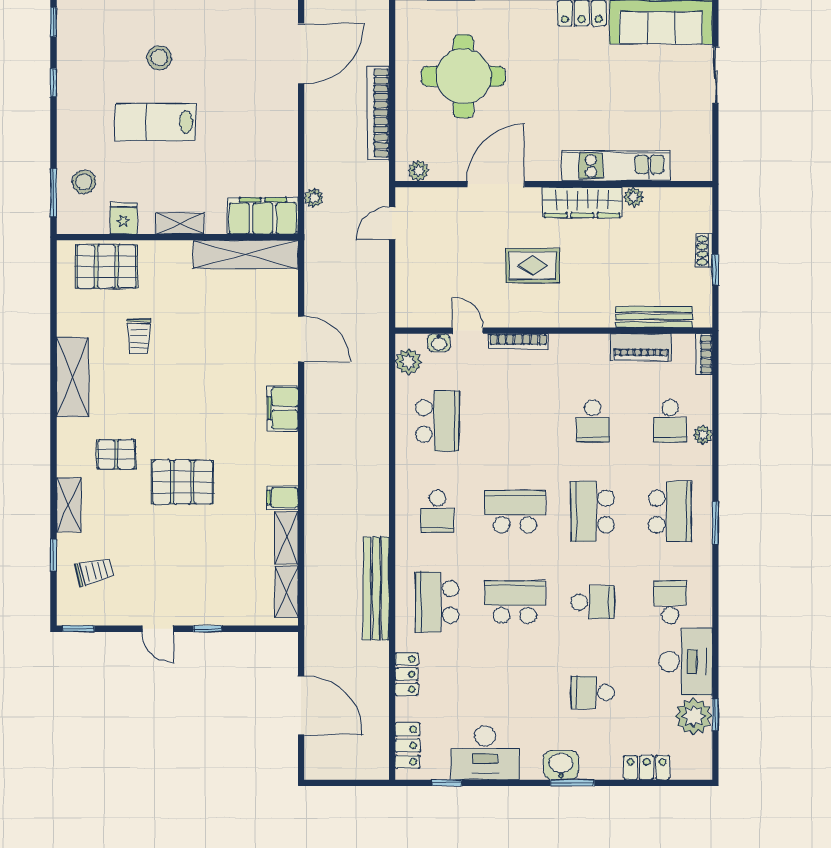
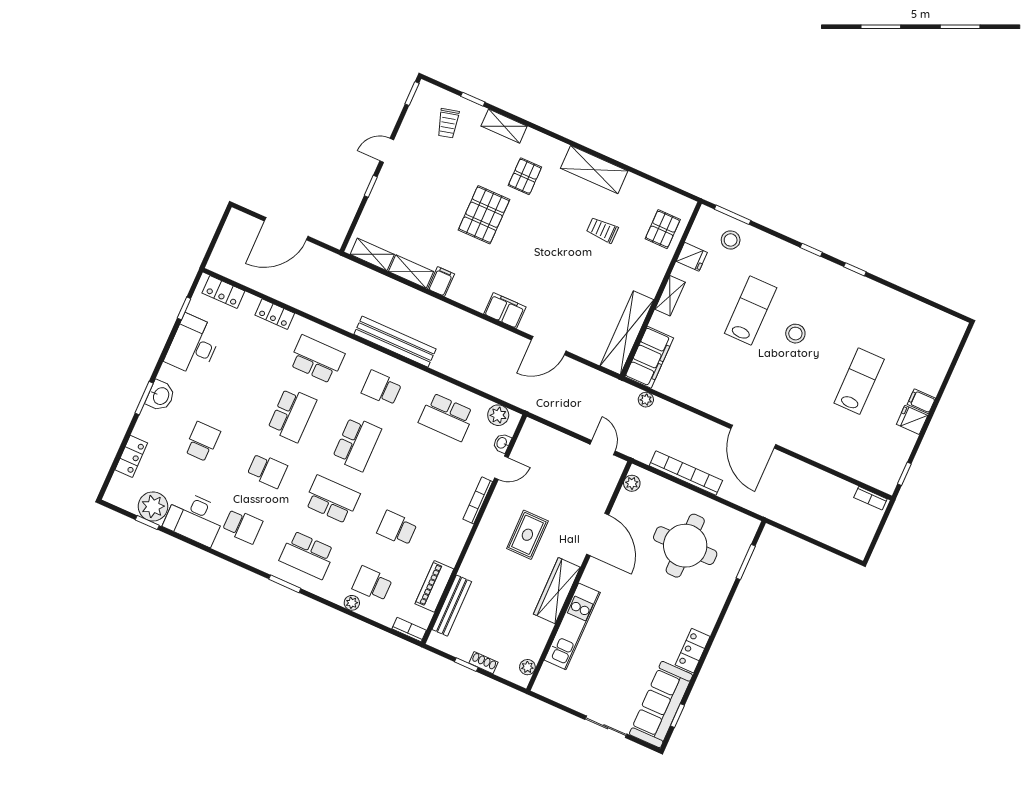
plant: (634, 197) -> (527, 667), moved
pallet: (106, 267) -> (663, 229), width x0.67, depth x0.71
bench: (376, 589) -> (395, 342), moved
school desk: (593, 602) -> (267, 470), turned -90

